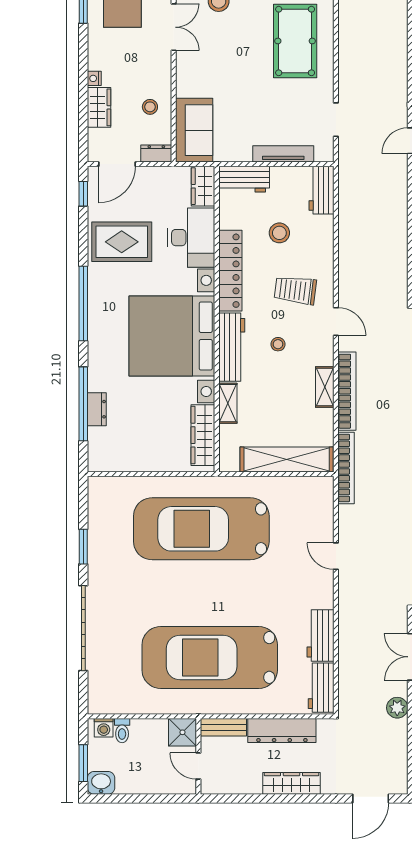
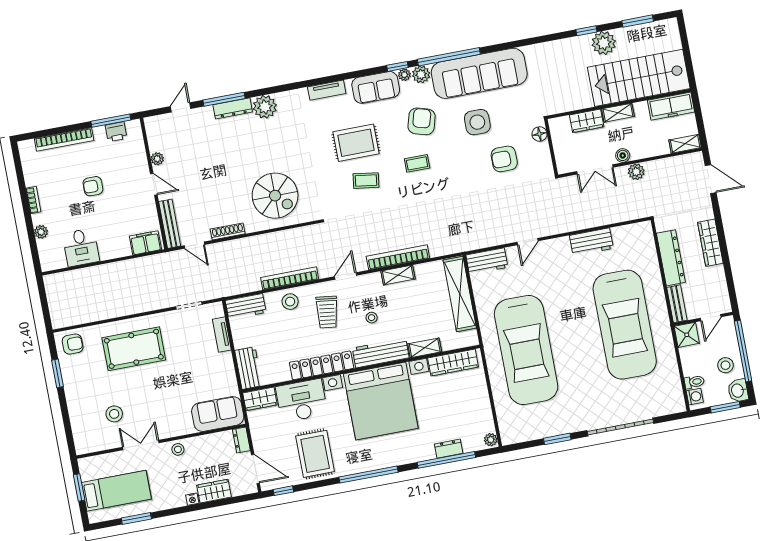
stool: (150, 107) -> (178, 449), moved
tv unit: (283, 154) -> (222, 335), width x0.71
stool: (279, 233) -> (290, 302), moved
plant: (98, 464) -> (491, 440), added
bookcase: (346, 468) -> (290, 278), moved
workbench: (321, 688) -> (487, 261), moved
stool: (136, 773) -> (726, 365), added
window: (149, 799) -> (743, 351), added

